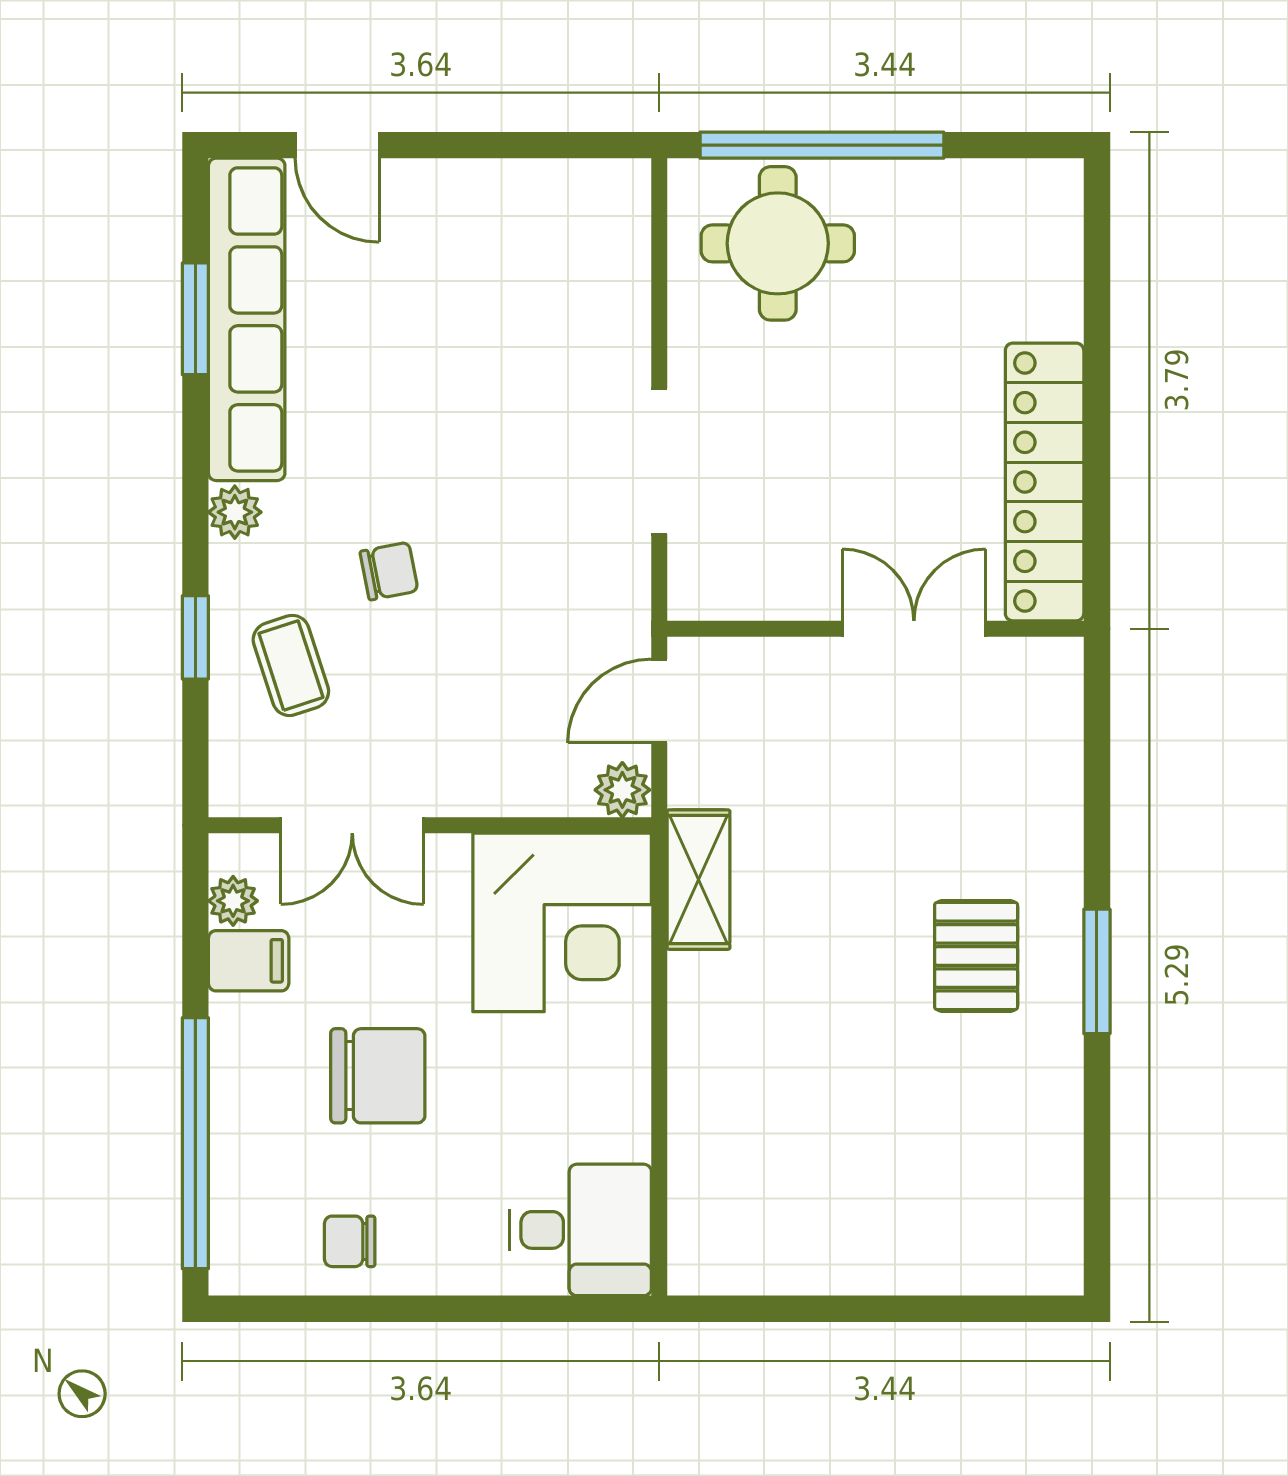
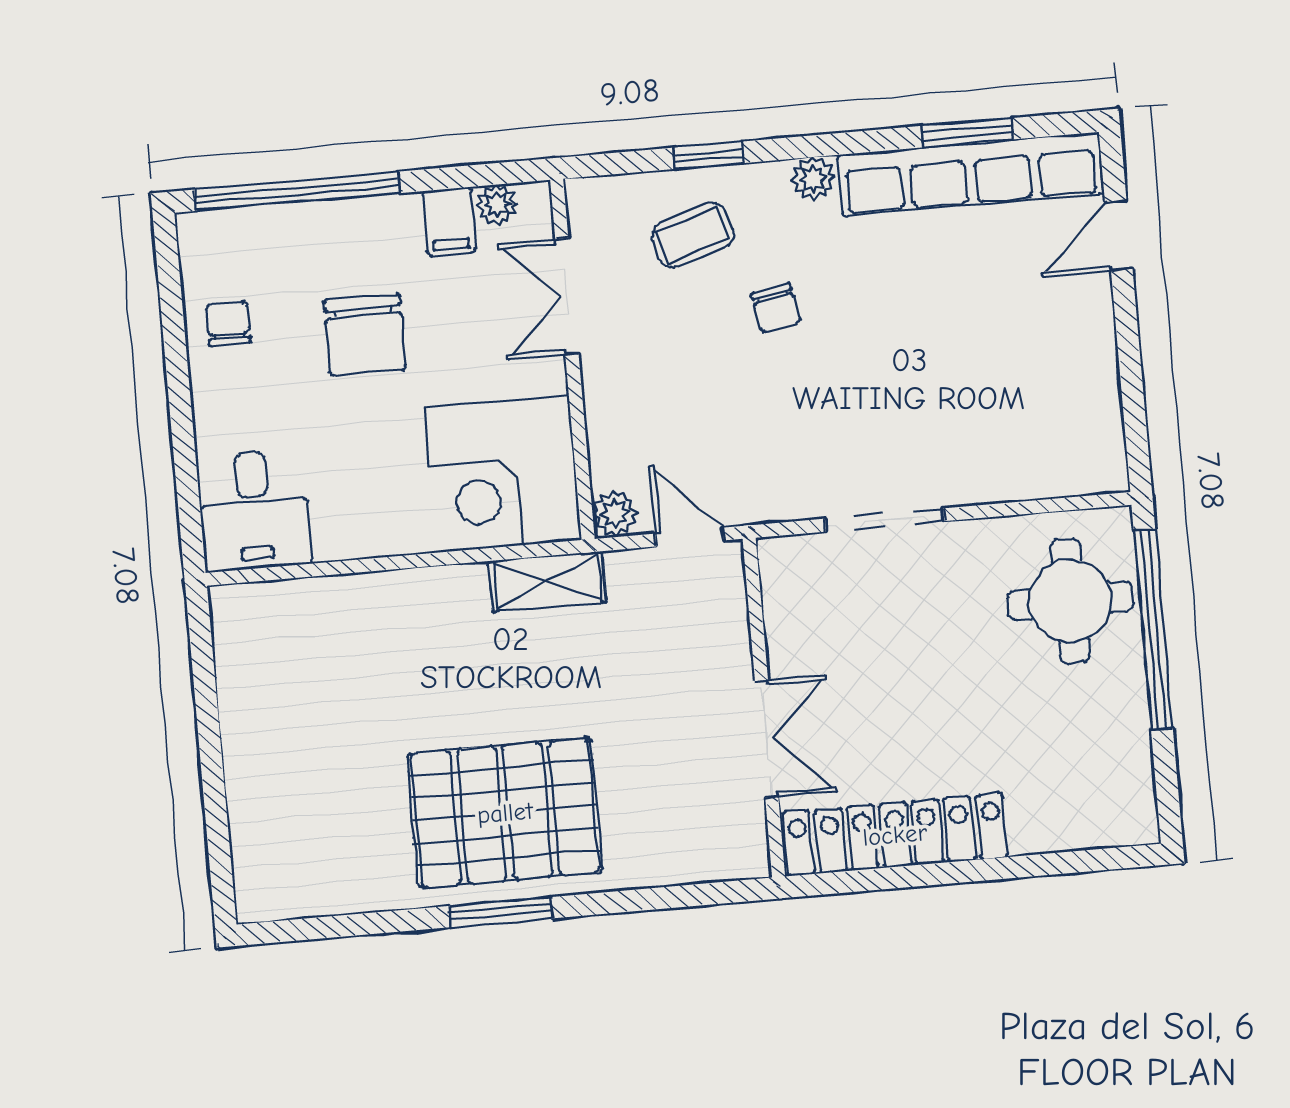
pallet: (976, 956) -> (505, 813), width x2.05, depth x2.00

